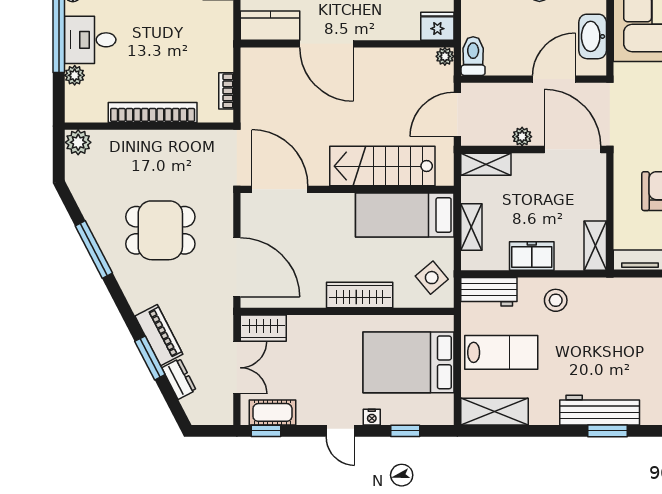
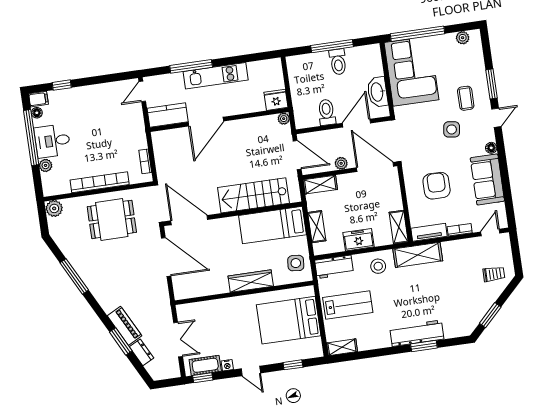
door: (326, 44) -> (206, 122), hinge flipped
toilet: (473, 56) -> (327, 112), moved
door: (457, 114) -> (297, 155), swing flipped
dining table: (160, 230) -> (112, 219), moved
door: (237, 267) -> (166, 257), moved
side table: (432, 278) -> (296, 263), turned 45
shelving: (618, 292) -> (418, 255), added
wardrobe: (263, 328) -> (191, 311), removed
shelving: (494, 412) -> (342, 347), width x0.67, depth x0.75
nightstand: (372, 417) -> (227, 365), moved

